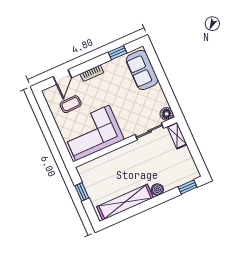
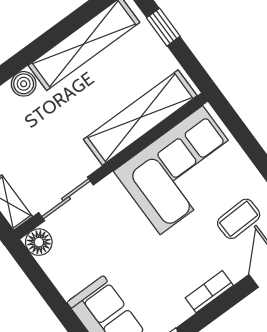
shelving: (106, 162) -> (140, 118), added
window: (82, 192) -> (163, 27), moved

